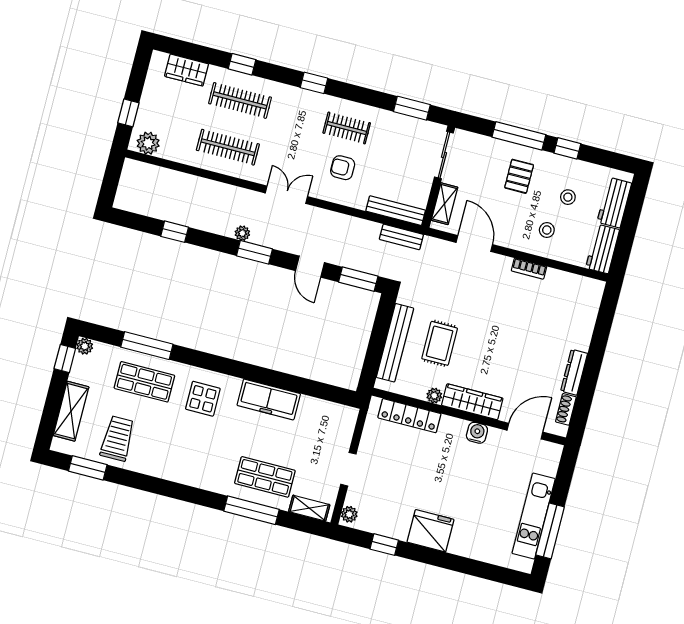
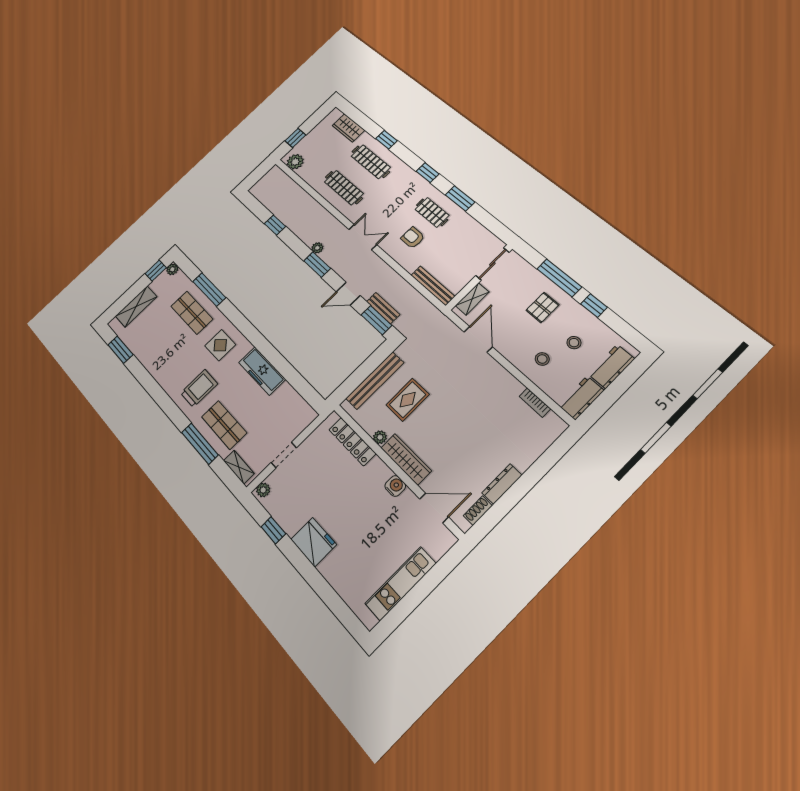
window: (412, 108) -> (460, 198), moved
bench: (401, 237) -> (383, 308), moved
door: (310, 267) -> (348, 294), hinge flipped
bookcase: (529, 269) -> (535, 403), moved
trolley: (117, 439) -> (199, 388), moved
window: (550, 531) -> (407, 605), removed

